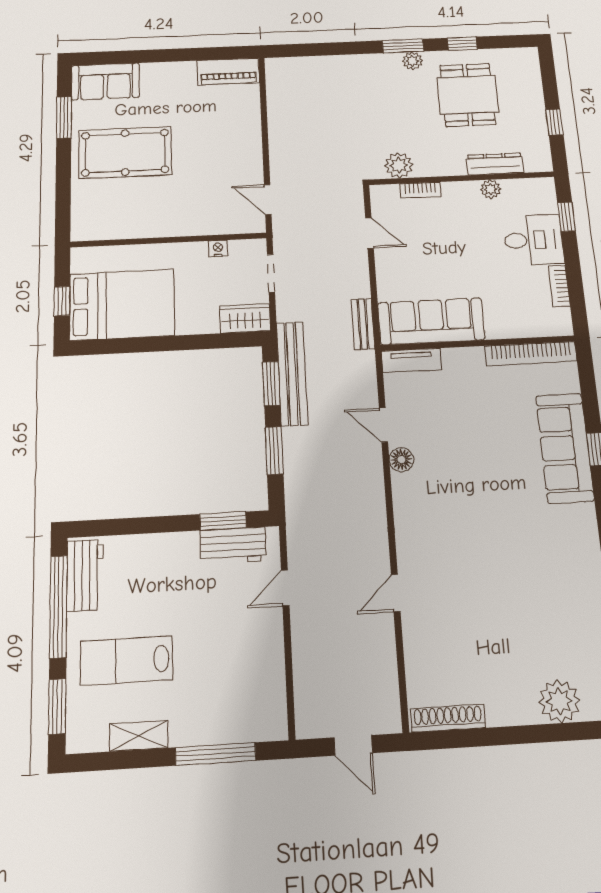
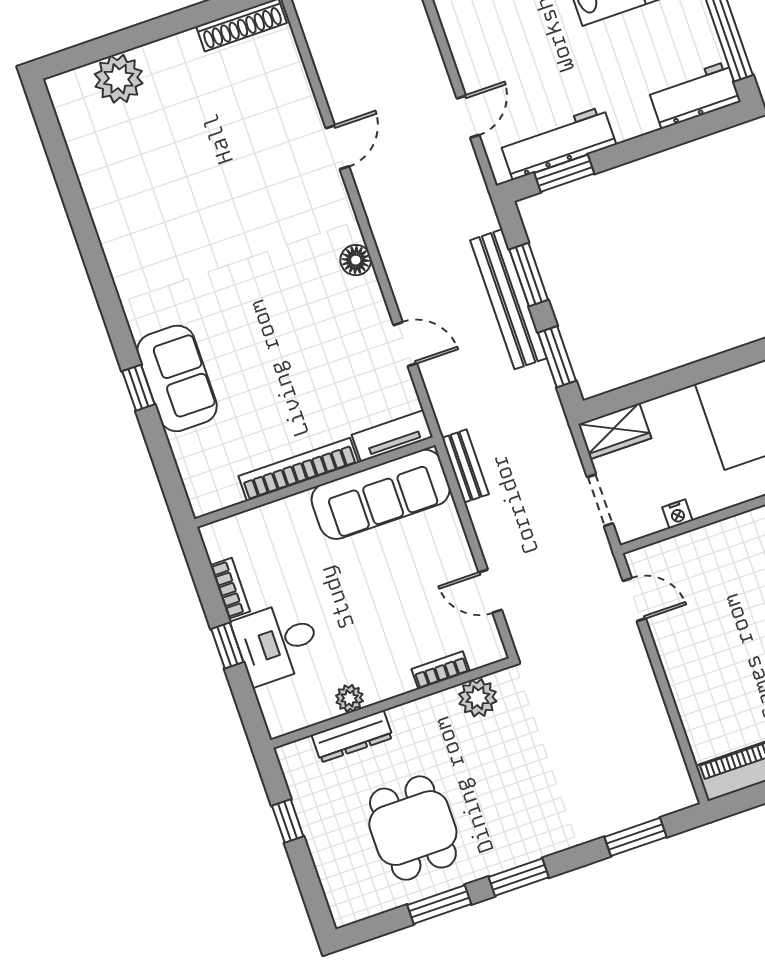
window: (462, 44) -> (439, 904), width x1.50
window: (315, 49) -> (636, 837), added
plant: (412, 61) -> (500, 858), removed
window: (566, 217) -> (227, 646), moved
bookcase: (531, 354) -> (298, 469), moved
bench: (292, 374) -> (509, 299), moved
sofa: (565, 448) -> (177, 378), width x0.73
floor lamp: (401, 460) -> (356, 260), moved
workbench: (233, 546) -> (558, 143), width x1.38
workbench: (85, 575) -> (694, 95), moved, turned 90

